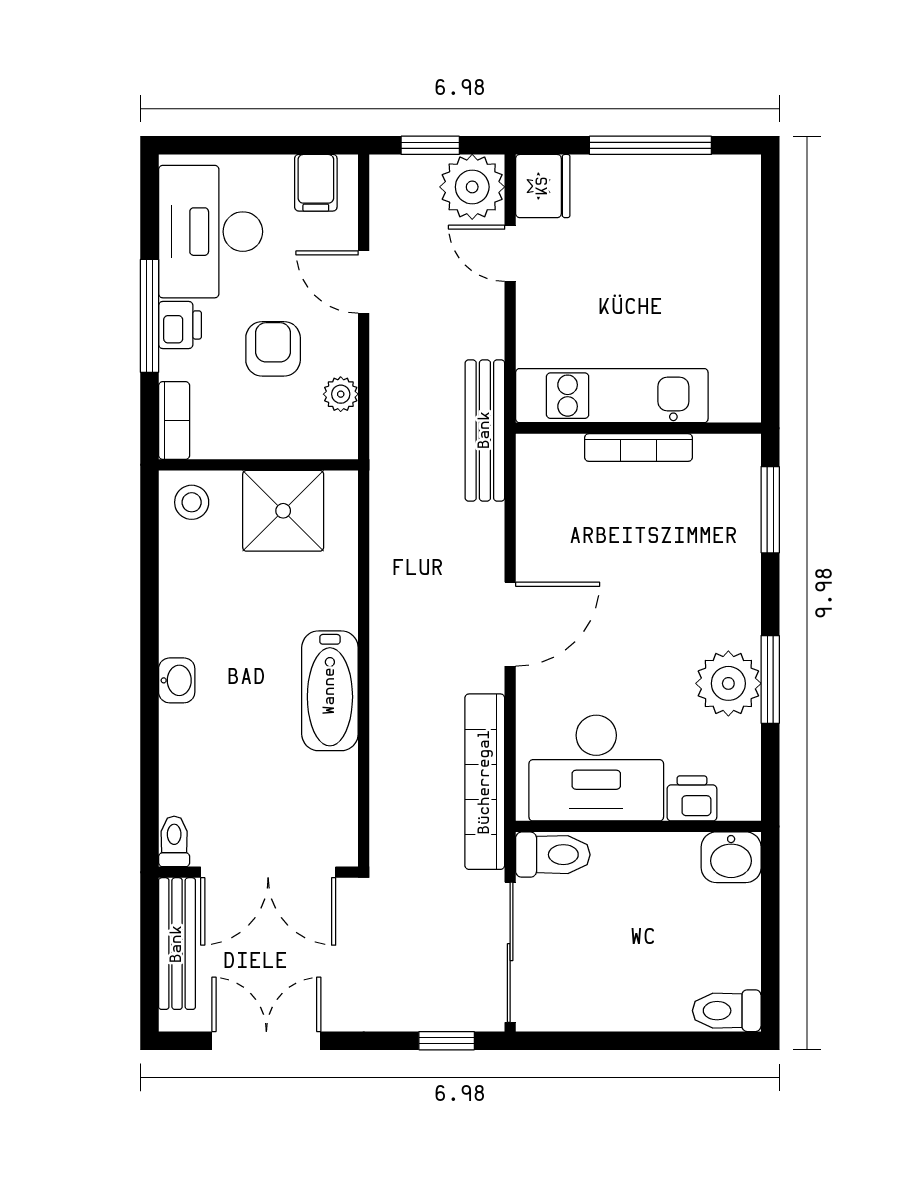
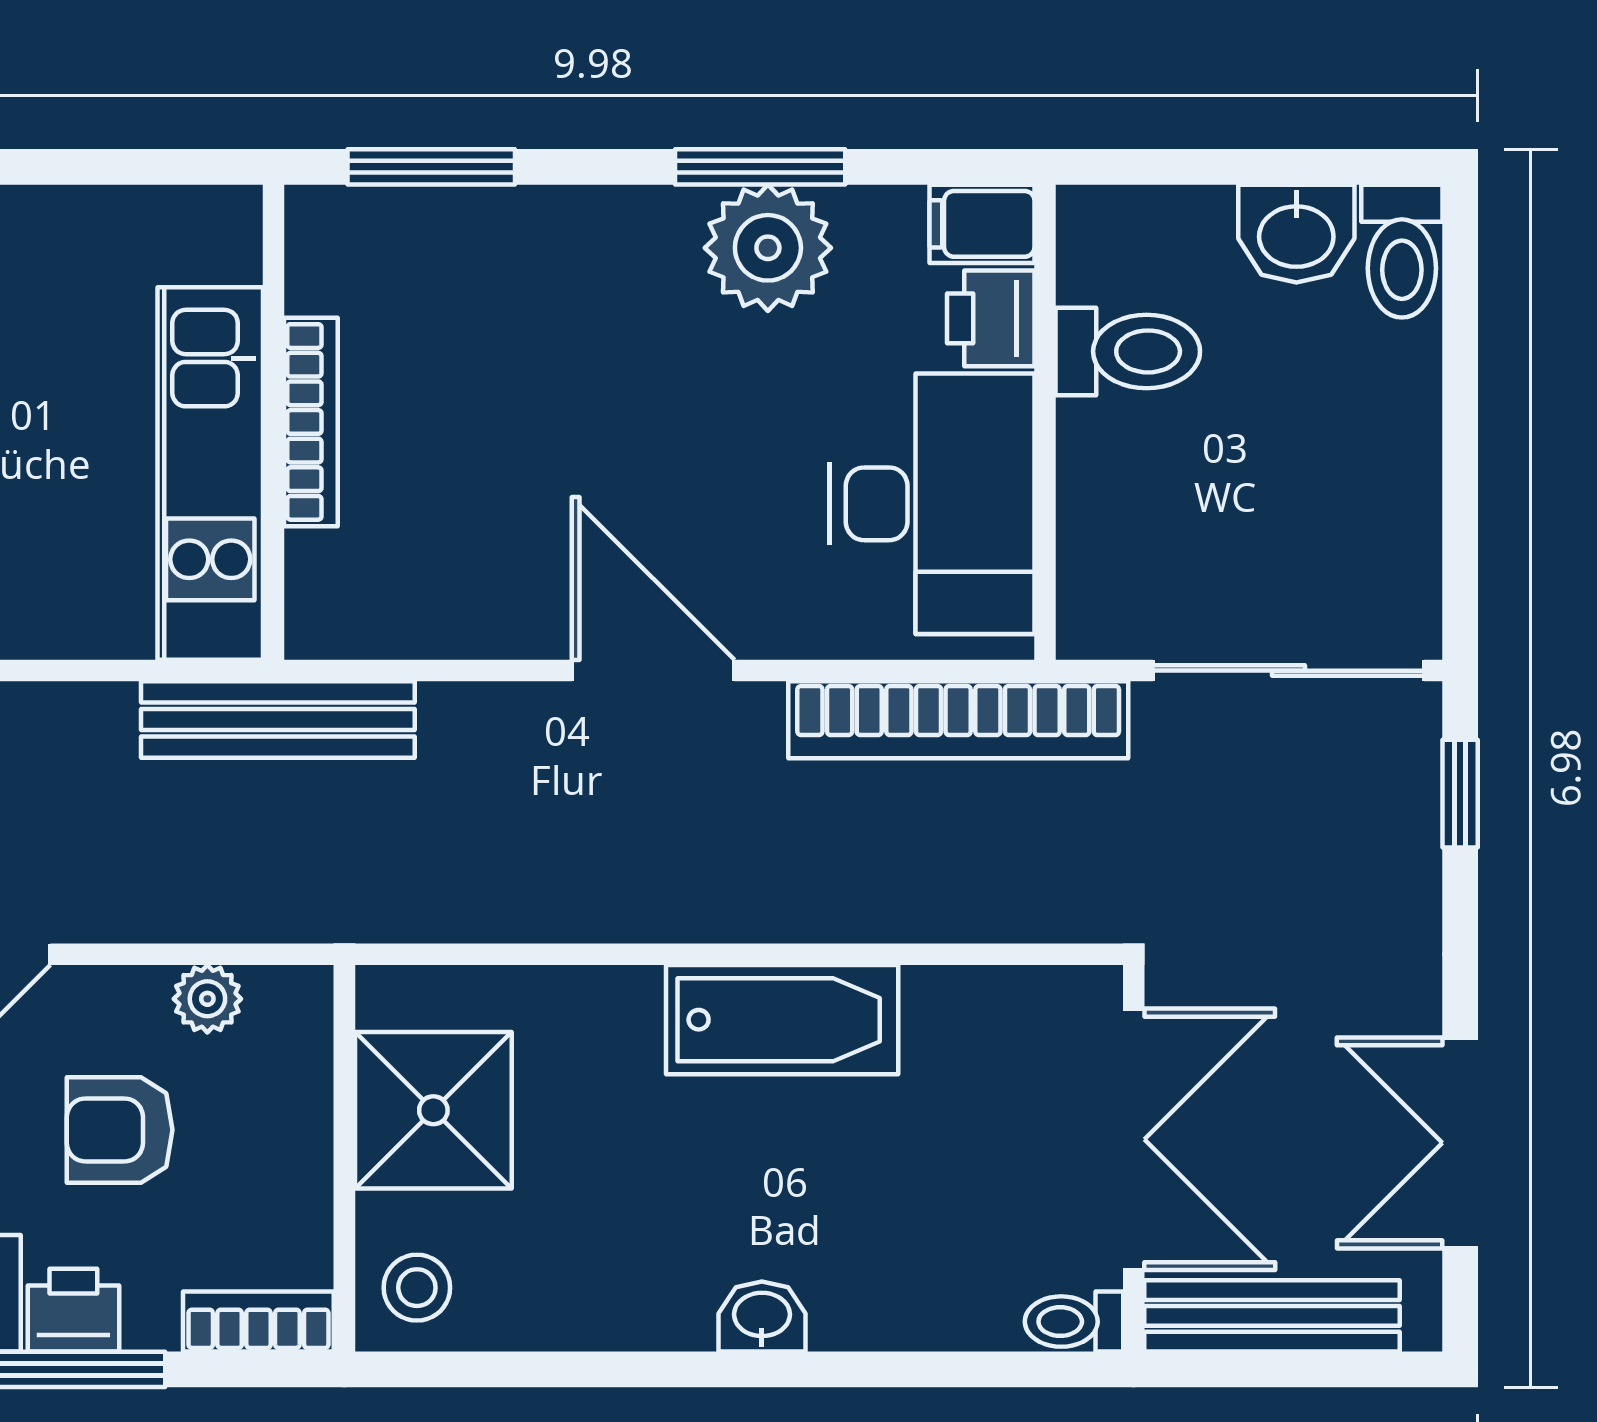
filing cabinet: (741, 794) -> (982, 224), added
toilet: (553, 855) -> (1128, 351), moved, turned 90
washbasin: (731, 857) -> (1296, 234), moved, turned 90

